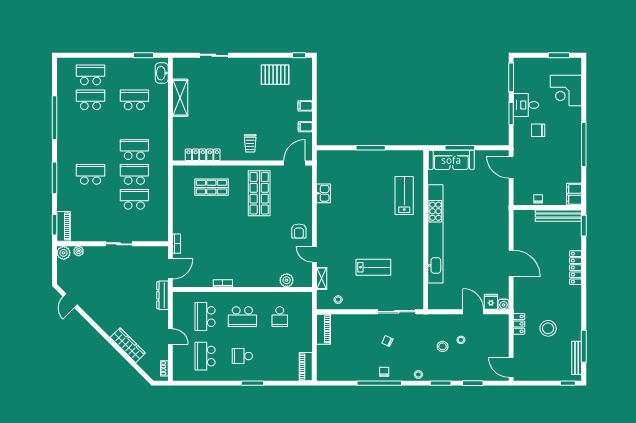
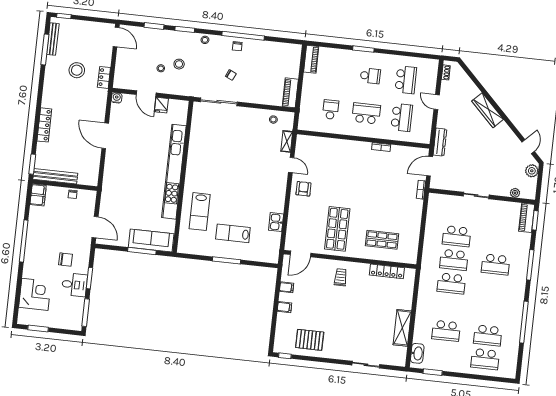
plant: (64, 253) -> (532, 171), moved
lab bench: (373, 267) -> (233, 233), moved
plant: (287, 280) -> (320, 143), removed
fridge: (491, 302) -> (161, 105), moved
wardrobe: (128, 345) -> (488, 110), moved

